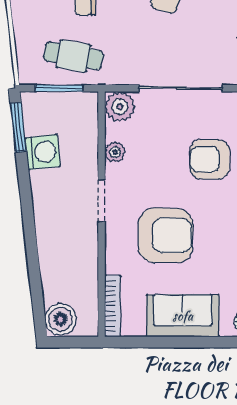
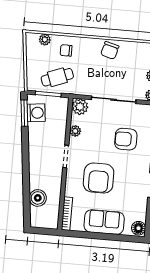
cafe table: (73, 56) -> (57, 77), turned -31
washing machine: (43, 152) -> (36, 113), moved
armchair: (166, 235) -> (99, 178), turned 89
boiler: (61, 319) -> (38, 198), moved

